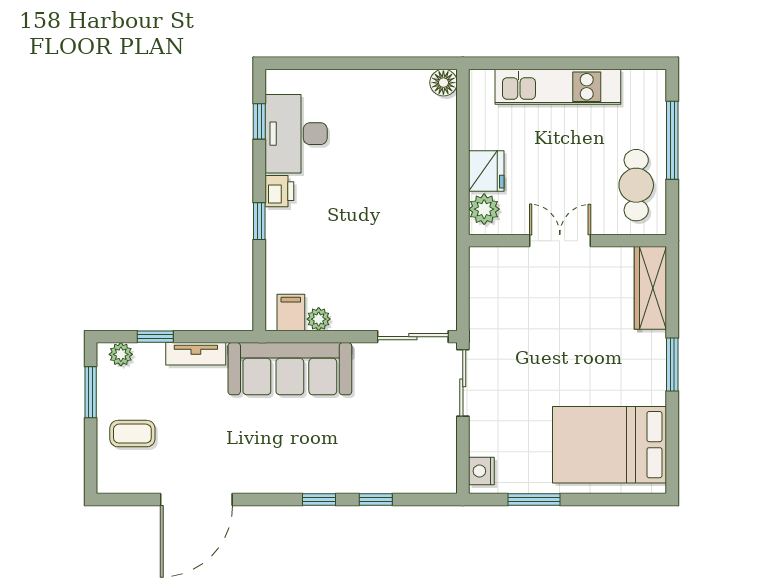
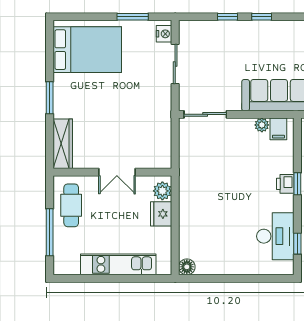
printer: (279, 191) -> (285, 184), moved
sliding door: (463, 383) -> (175, 64), moved

